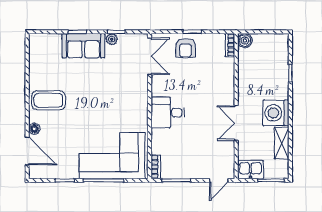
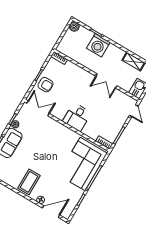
boiler: (245, 41) -> (74, 26), moved
washing machine: (276, 113) -> (98, 45), moved

